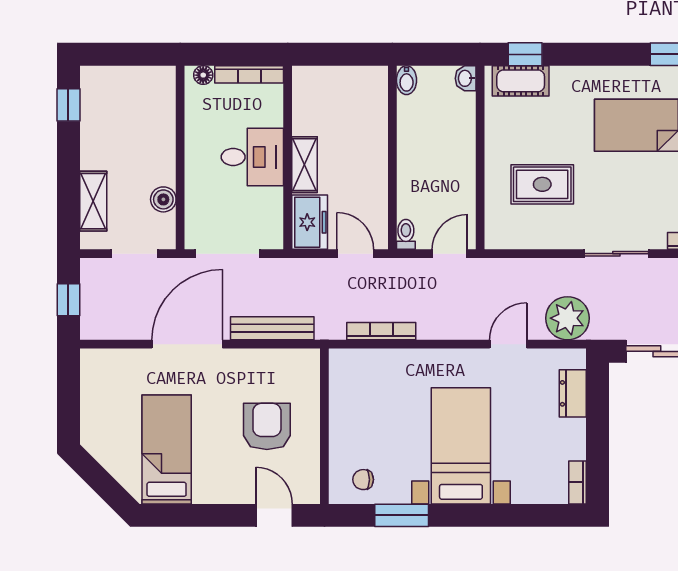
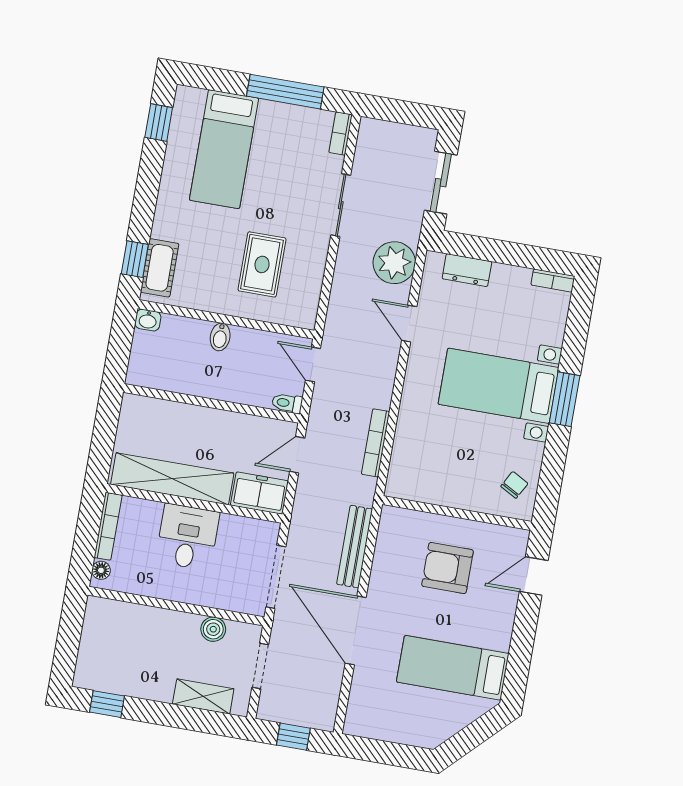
bidet: (407, 80) -> (220, 337), moved, turned 90
shelving: (305, 165) -> (172, 479), width x2.20, depth x1.33
chair: (363, 480) -> (514, 485), turned -151
window: (402, 515) -> (565, 399), moved

